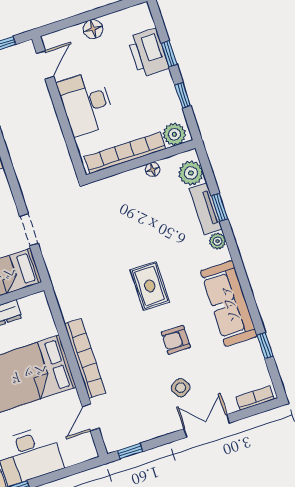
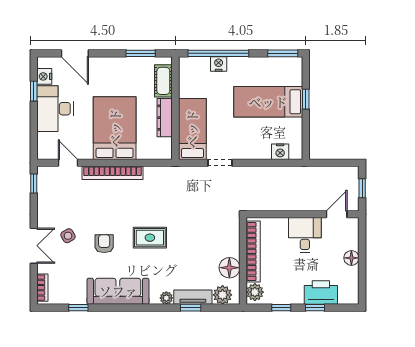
door: (45, 65) -> (337, 214), swing flipped
desk: (86, 103) -> (305, 235), width x0.73
floor lamp: (153, 170) -> (229, 268), width x1.89, depth x1.89

